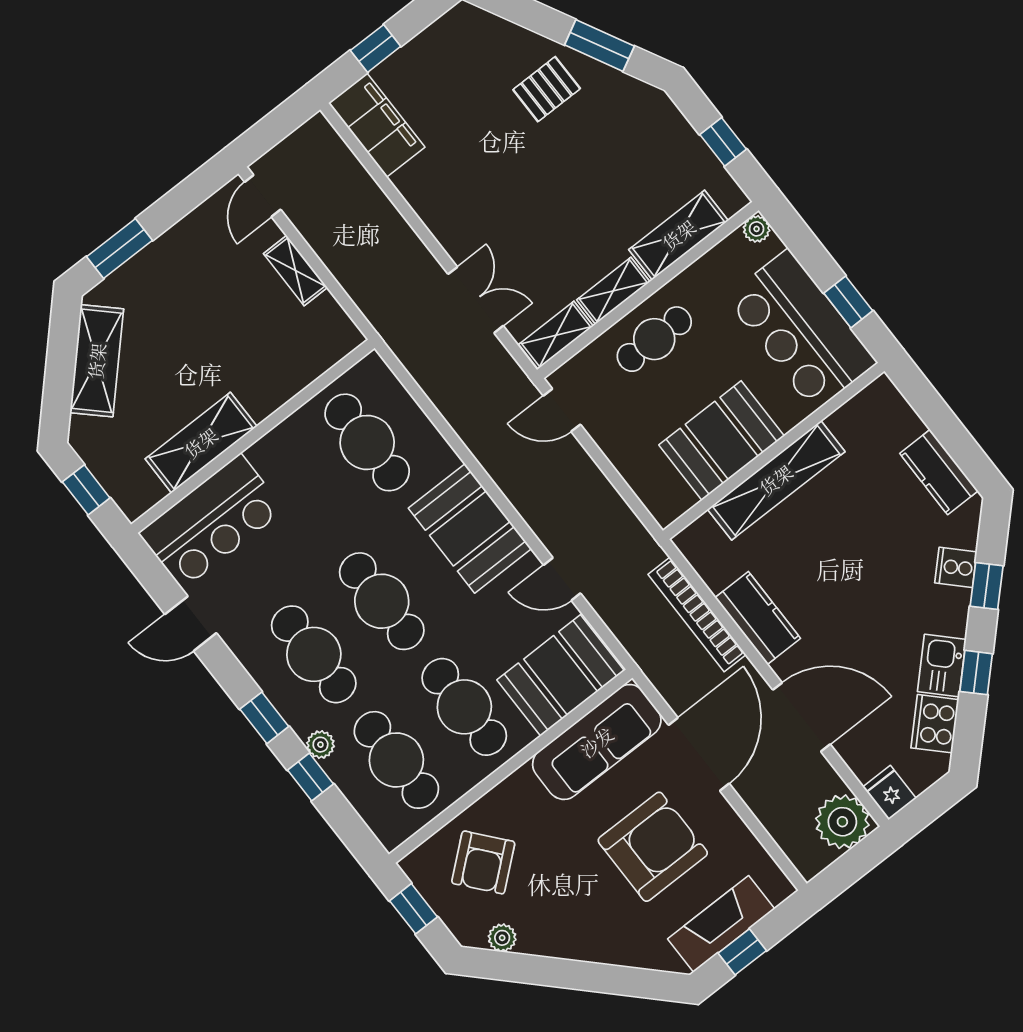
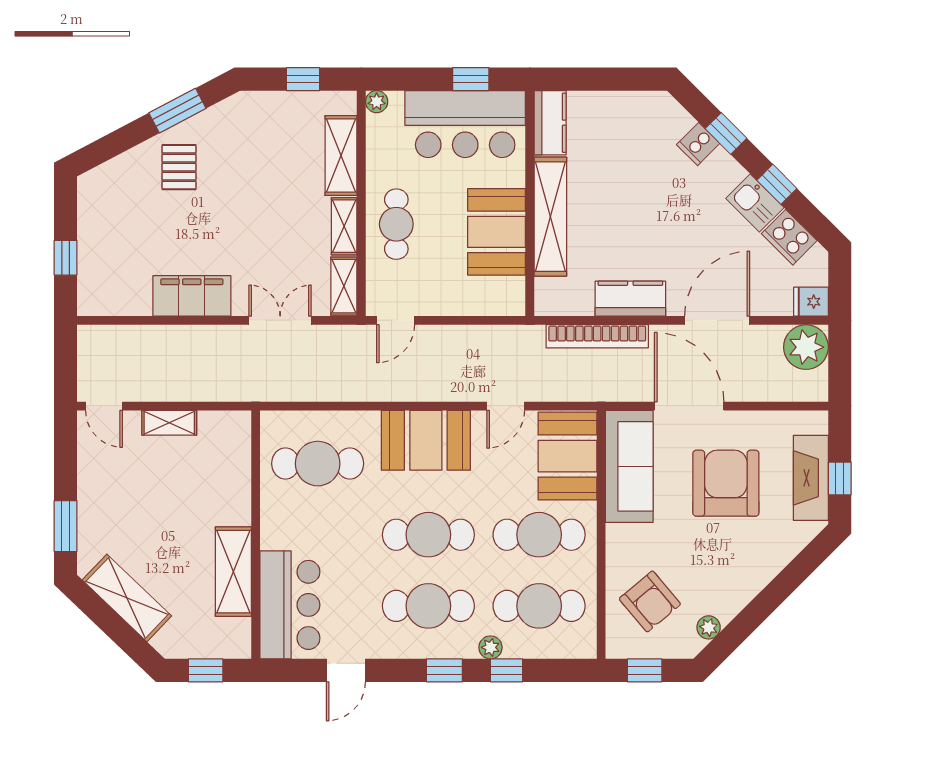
filing cabinet: (377, 125) -> (192, 296), moved
kitchen counter: (939, 472) -> (550, 123), moved, turned -90

